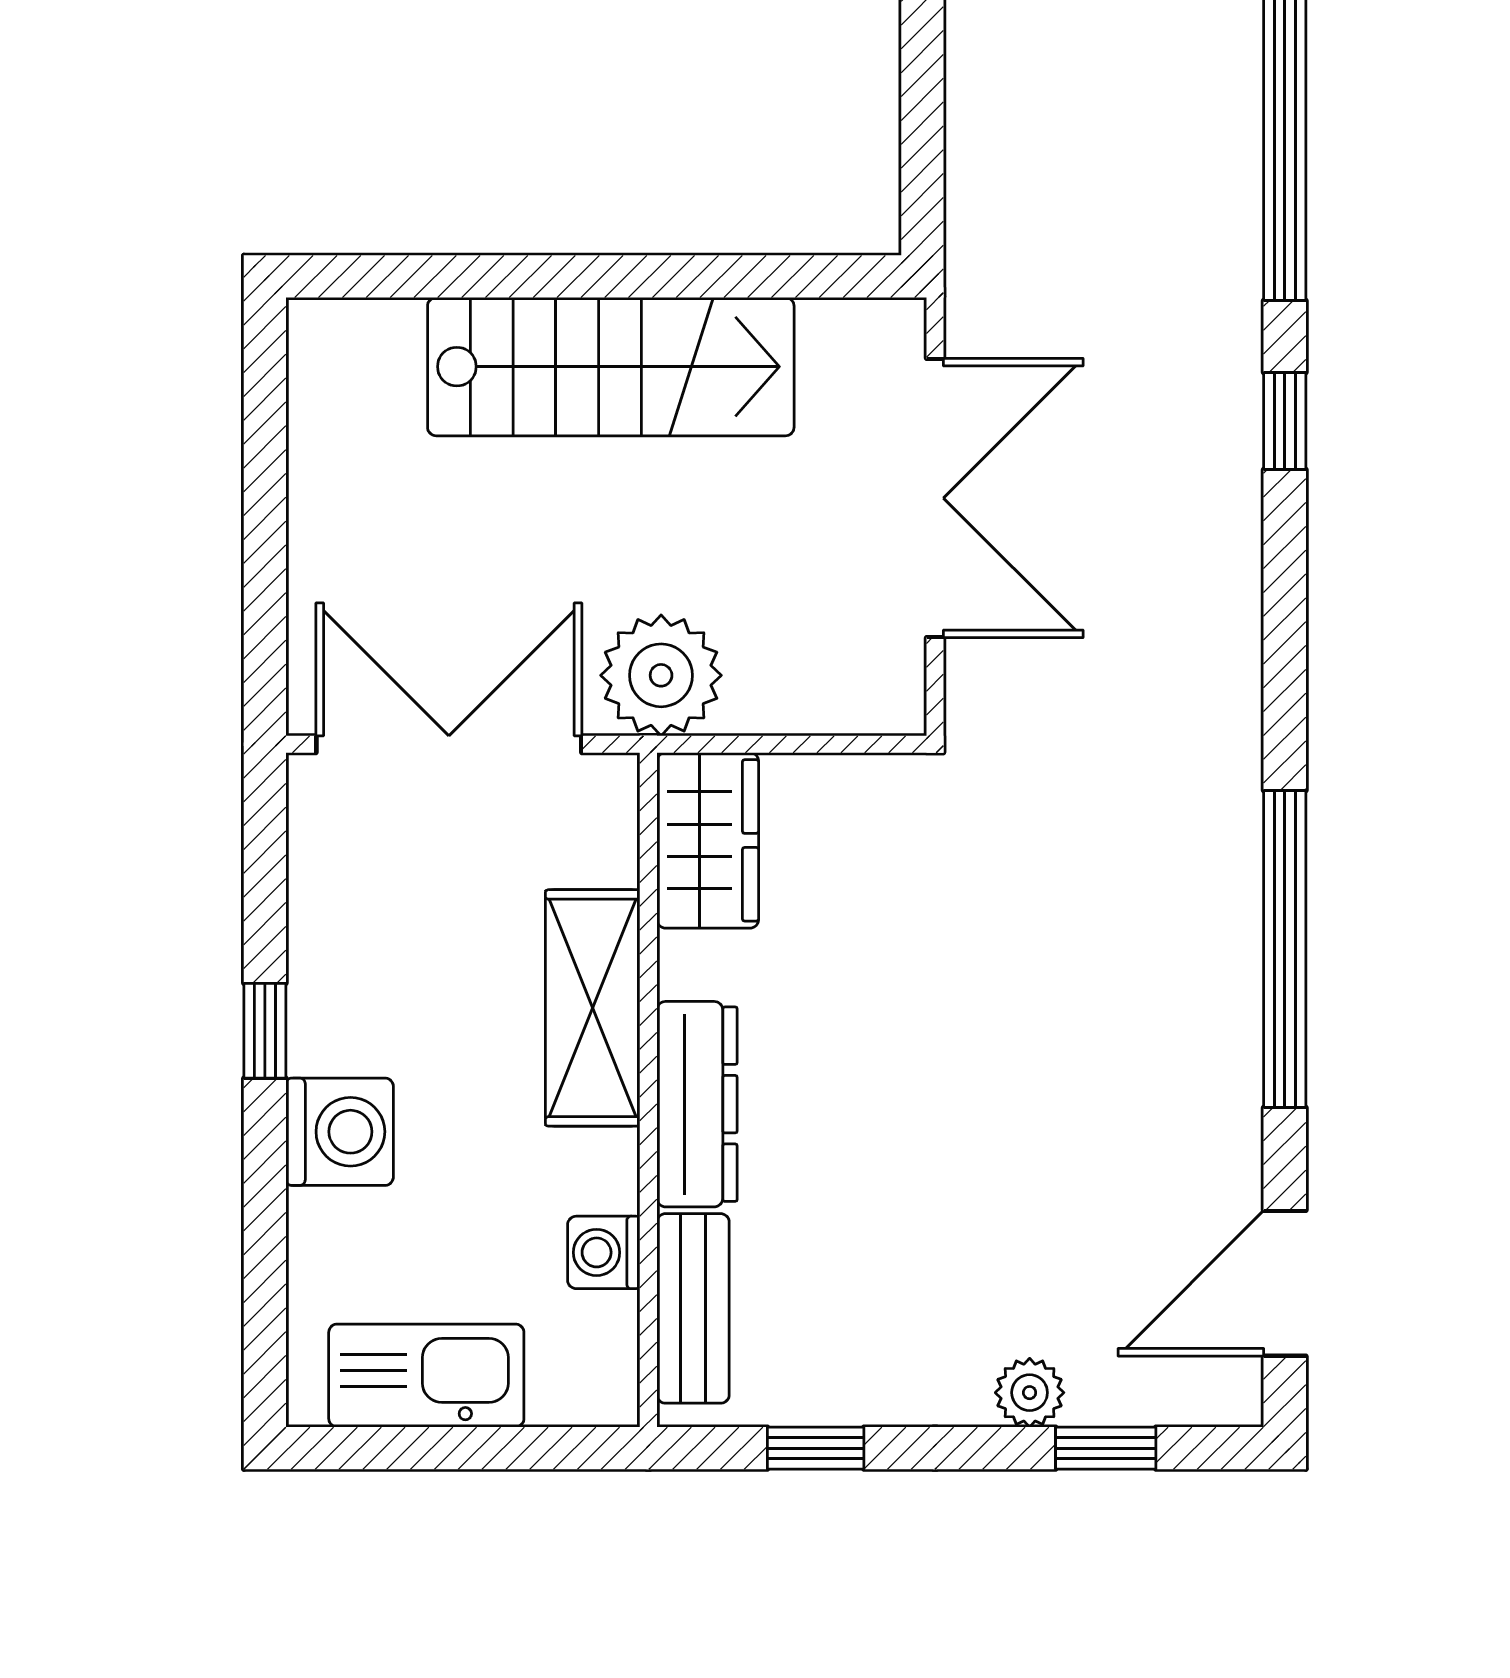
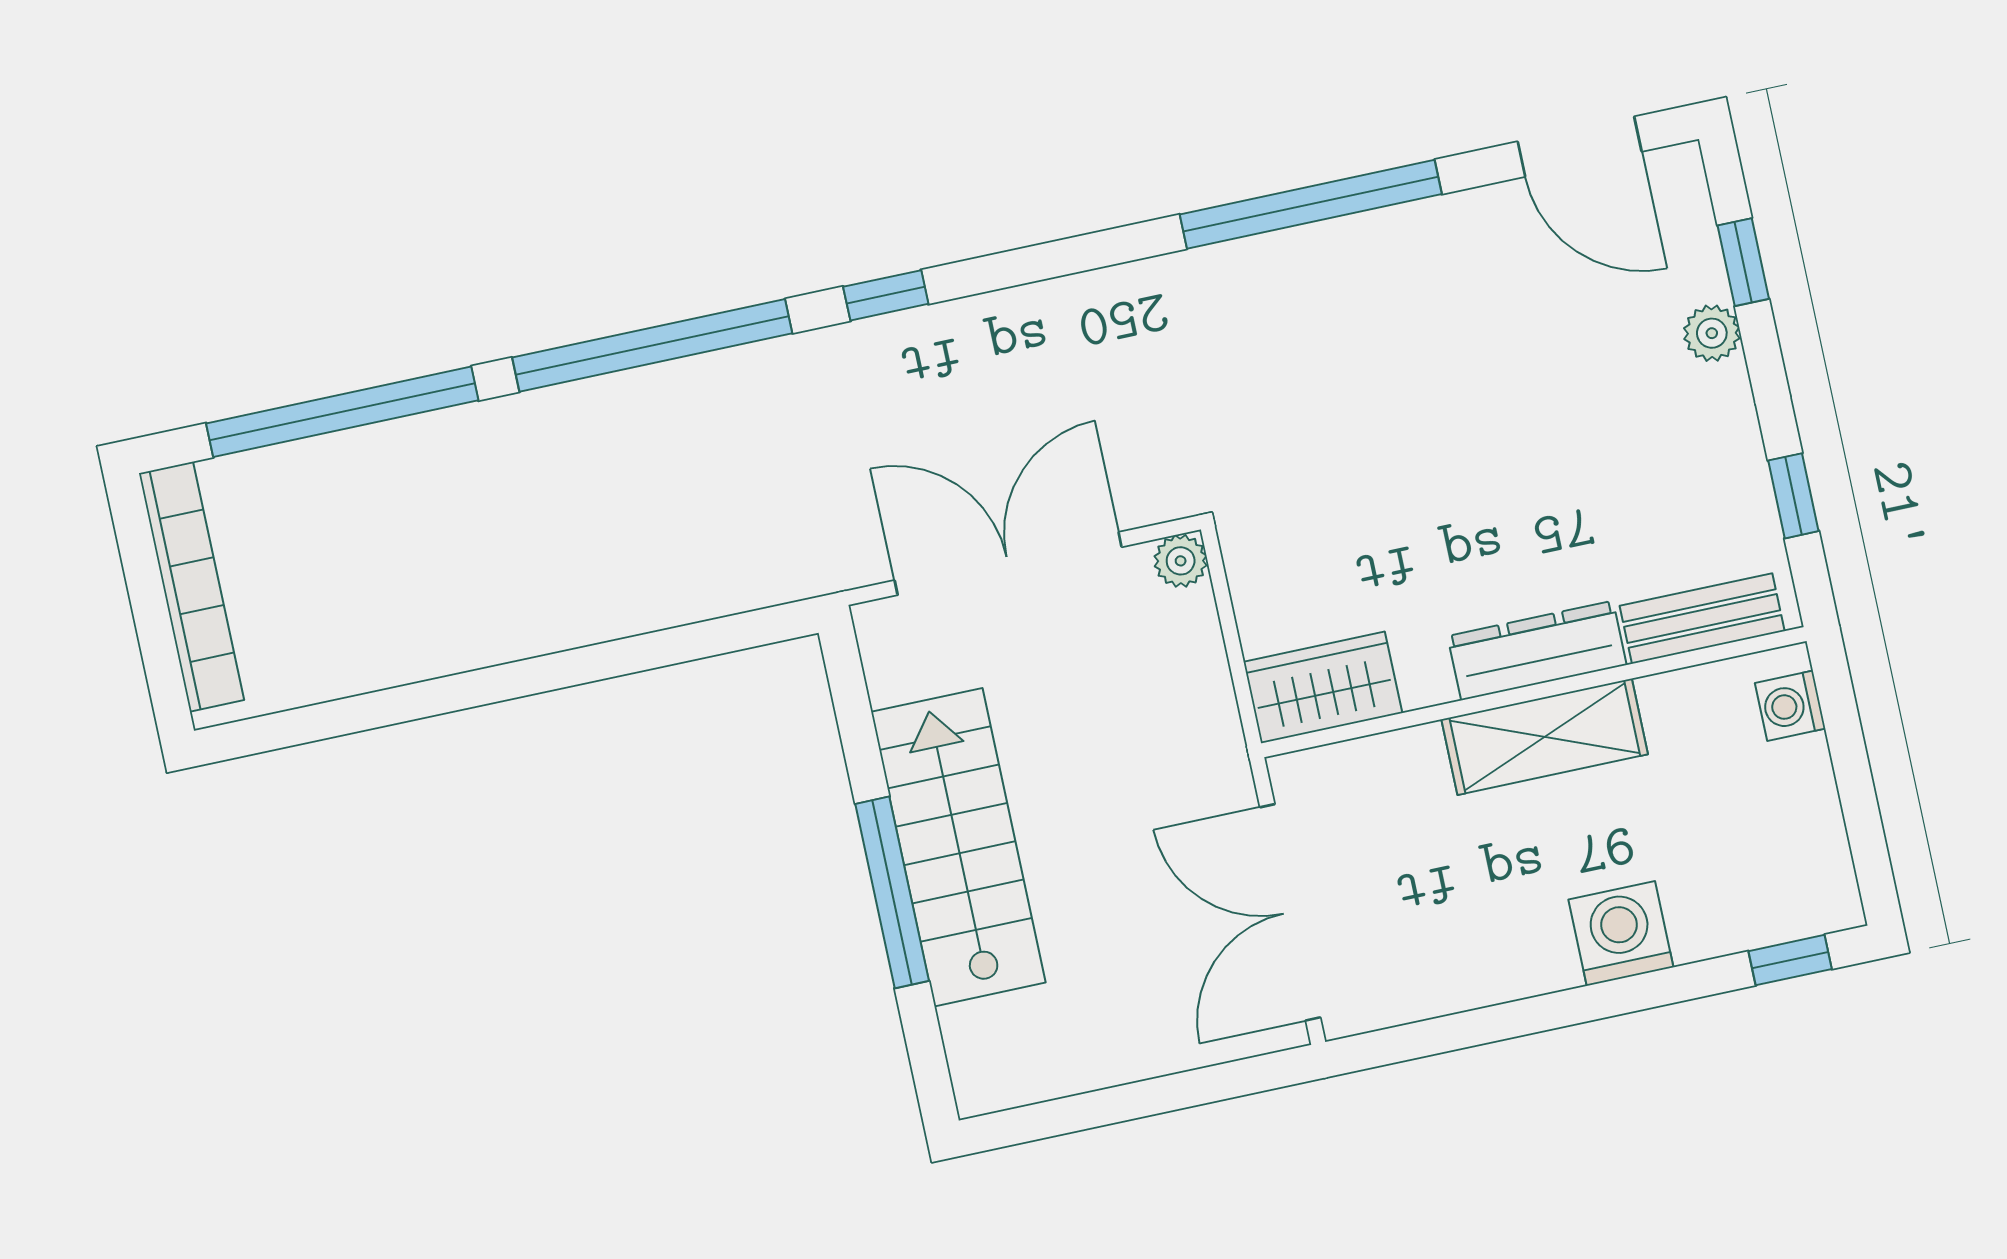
window: (574, 276) -> (892, 892), added
plant: (661, 675) -> (1181, 561), moved, width x0.53, depth x0.53
shelving: (593, 1008) -> (1545, 737), moved
window: (265, 1031) -> (1790, 960), moved
washing machine: (604, 1252) -> (1790, 706), moved, turned 90
kitchen sink: (426, 1376) -> (1802, 822), removed

